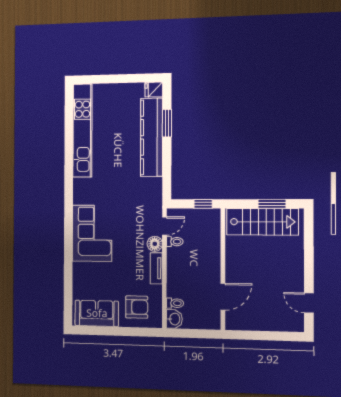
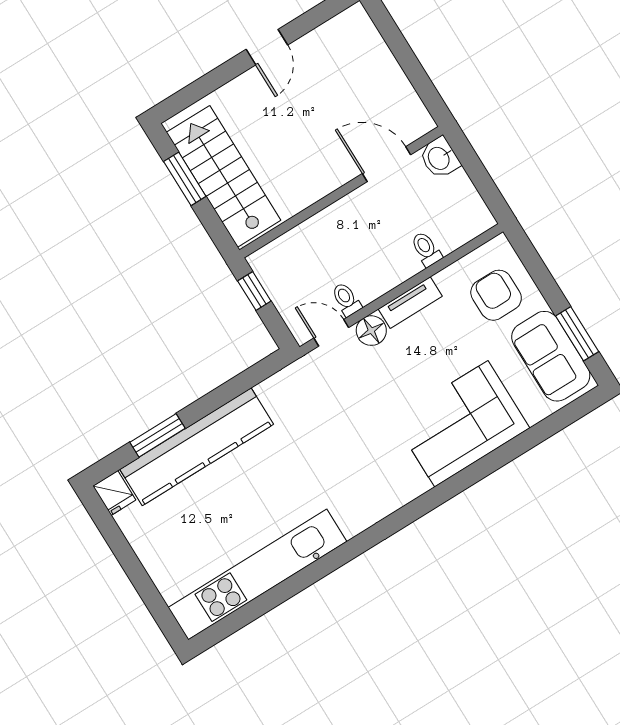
corner sofa: (92, 233) -> (461, 424), moved
toilet: (175, 303) -> (426, 249), moved
door: (309, 303) -> (267, 47), moved
washbasin: (174, 319) -> (439, 158), moved, turned -90
window: (99, 331) -> (577, 334), added

